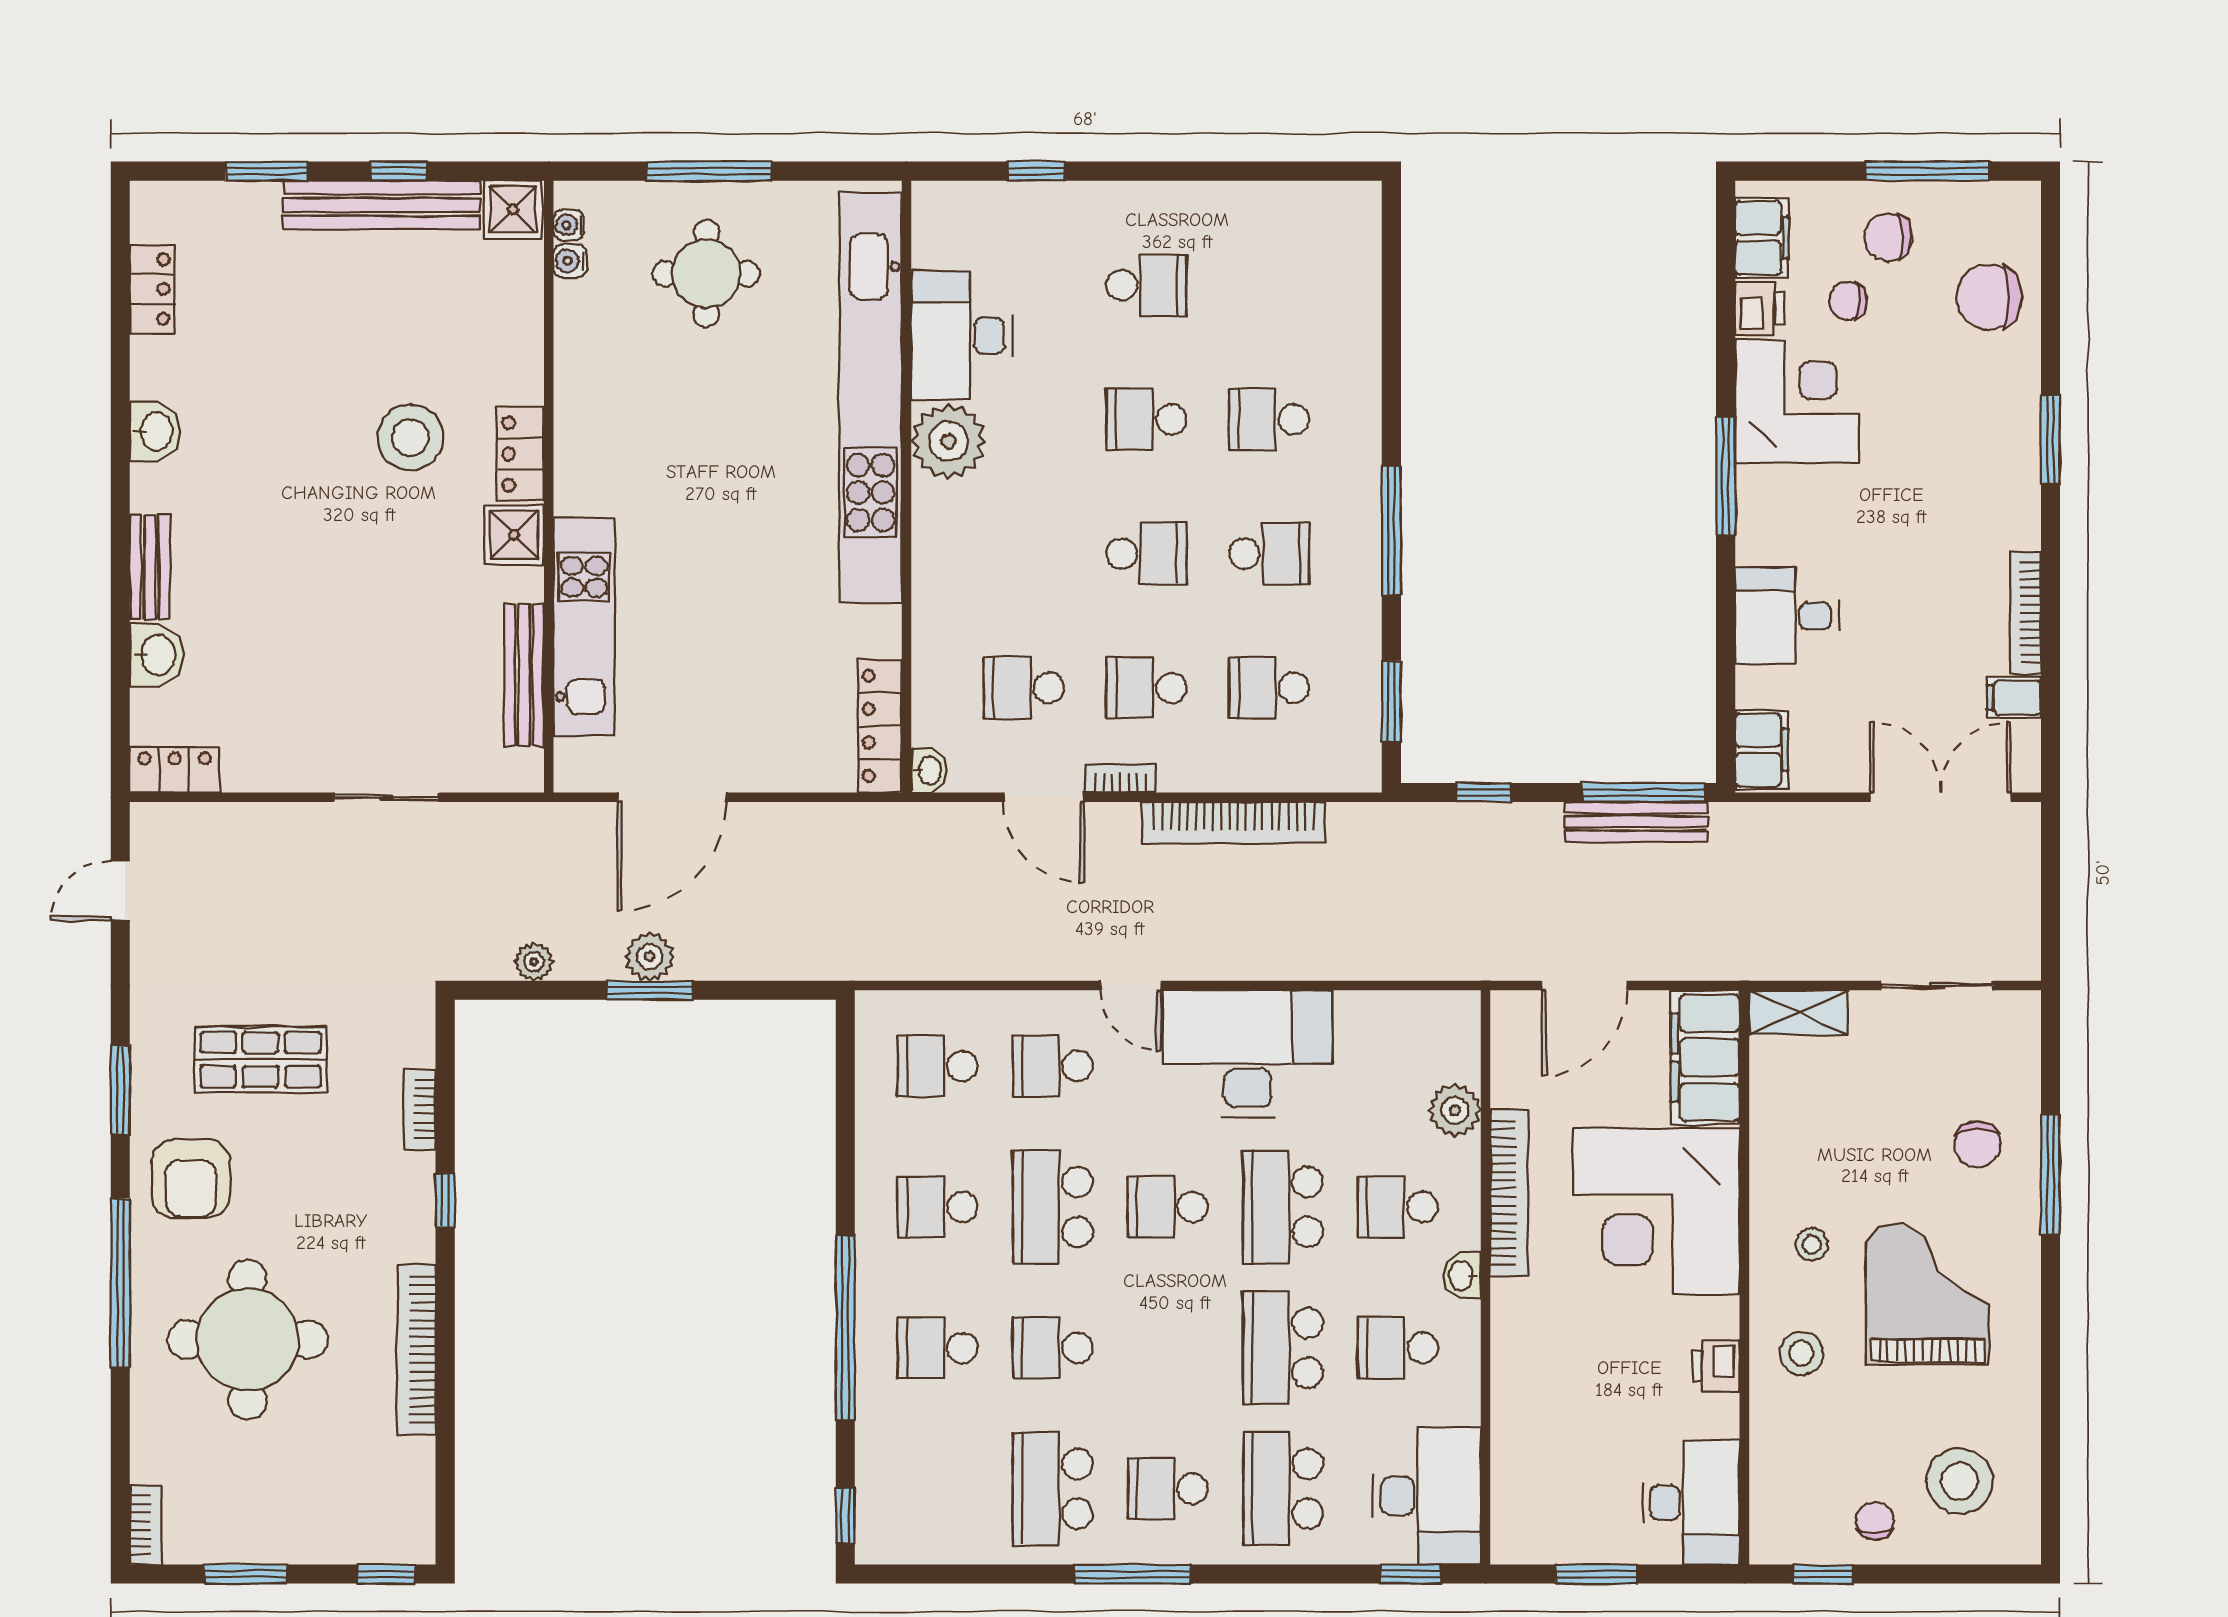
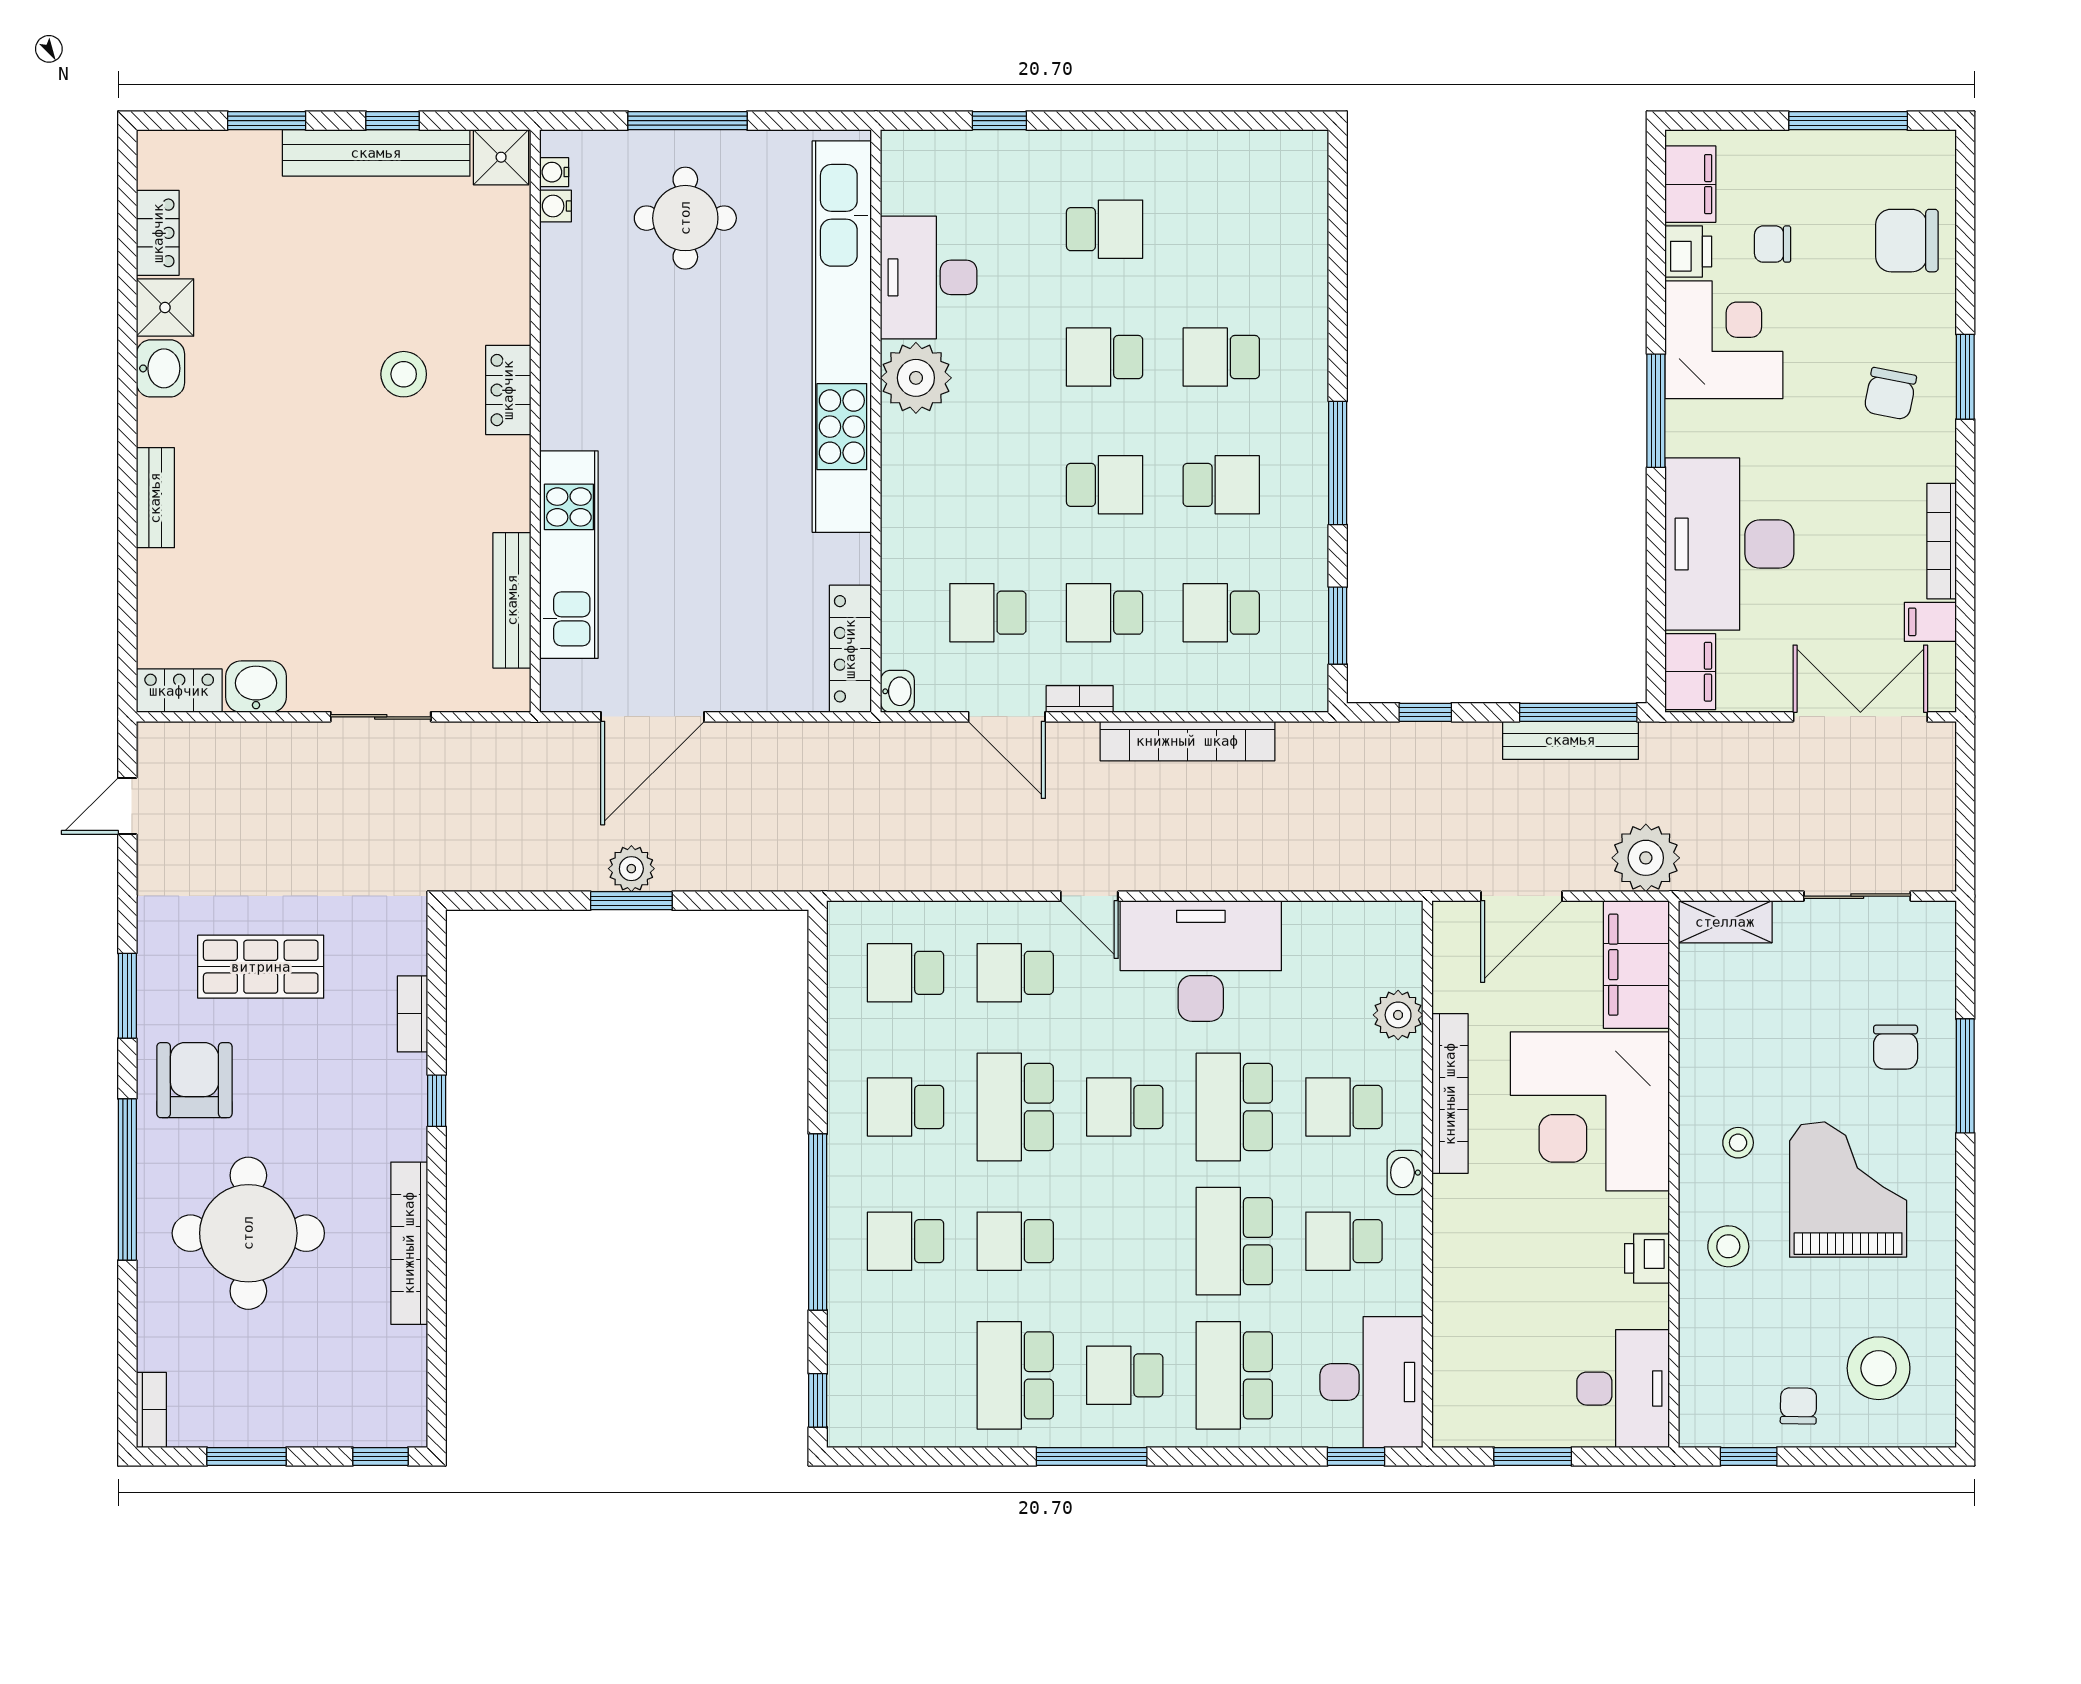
chair: (1888, 237) -> (1890, 394), moved, turned -79
stool: (411, 437) -> (404, 374), width x0.73, depth x0.73
shower: (514, 535) -> (165, 308), moved
desk: (1787, 616) -> (1729, 544), width x1.87, depth x1.30
washbasin: (157, 655) -> (256, 687), moved, turned -90
plant: (534, 962) -> (1646, 858), moved, width x1.88, depth x1.88
armchair: (191, 1179) -> (194, 1080), turned 180

